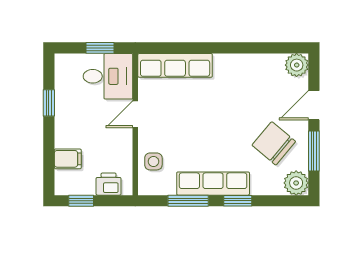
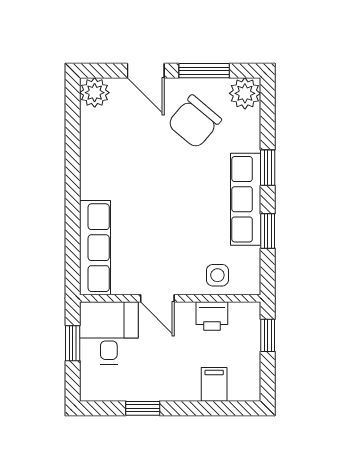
printer: (109, 184) -> (212, 316), moved, turned -90
window: (81, 201) -> (268, 335), moved
window: (188, 201) -> (268, 231), width x0.67

